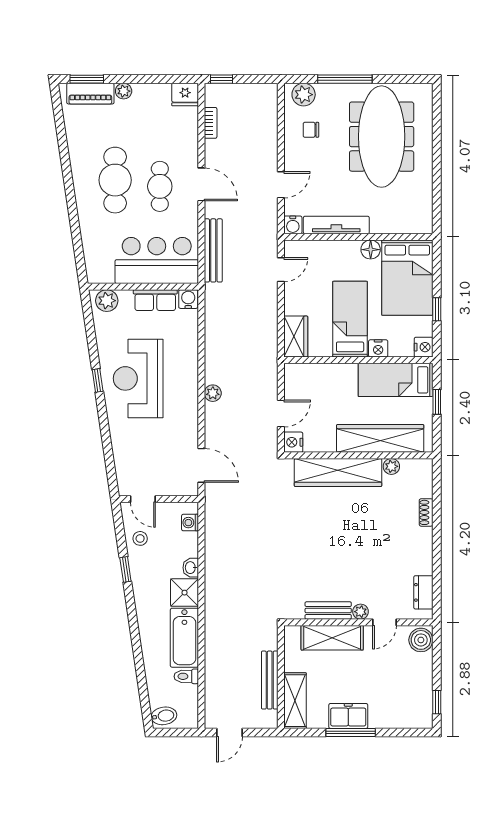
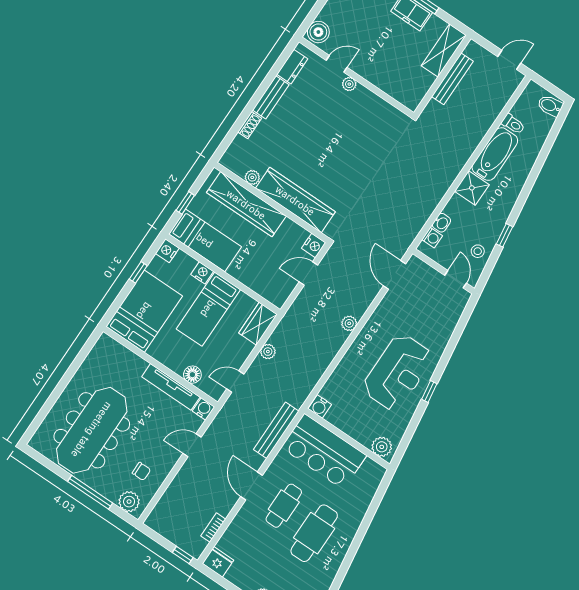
floor lamp: (371, 250) -> (192, 375), moved
row of seats: (155, 300) -> (345, 423), removed
plant: (270, 317) -> (268, 352), added
washbasin: (191, 568) -> (441, 223), moved
bench: (328, 611) -> (271, 97), moved, turned 90
shelving: (332, 638) -> (384, 79), removed

